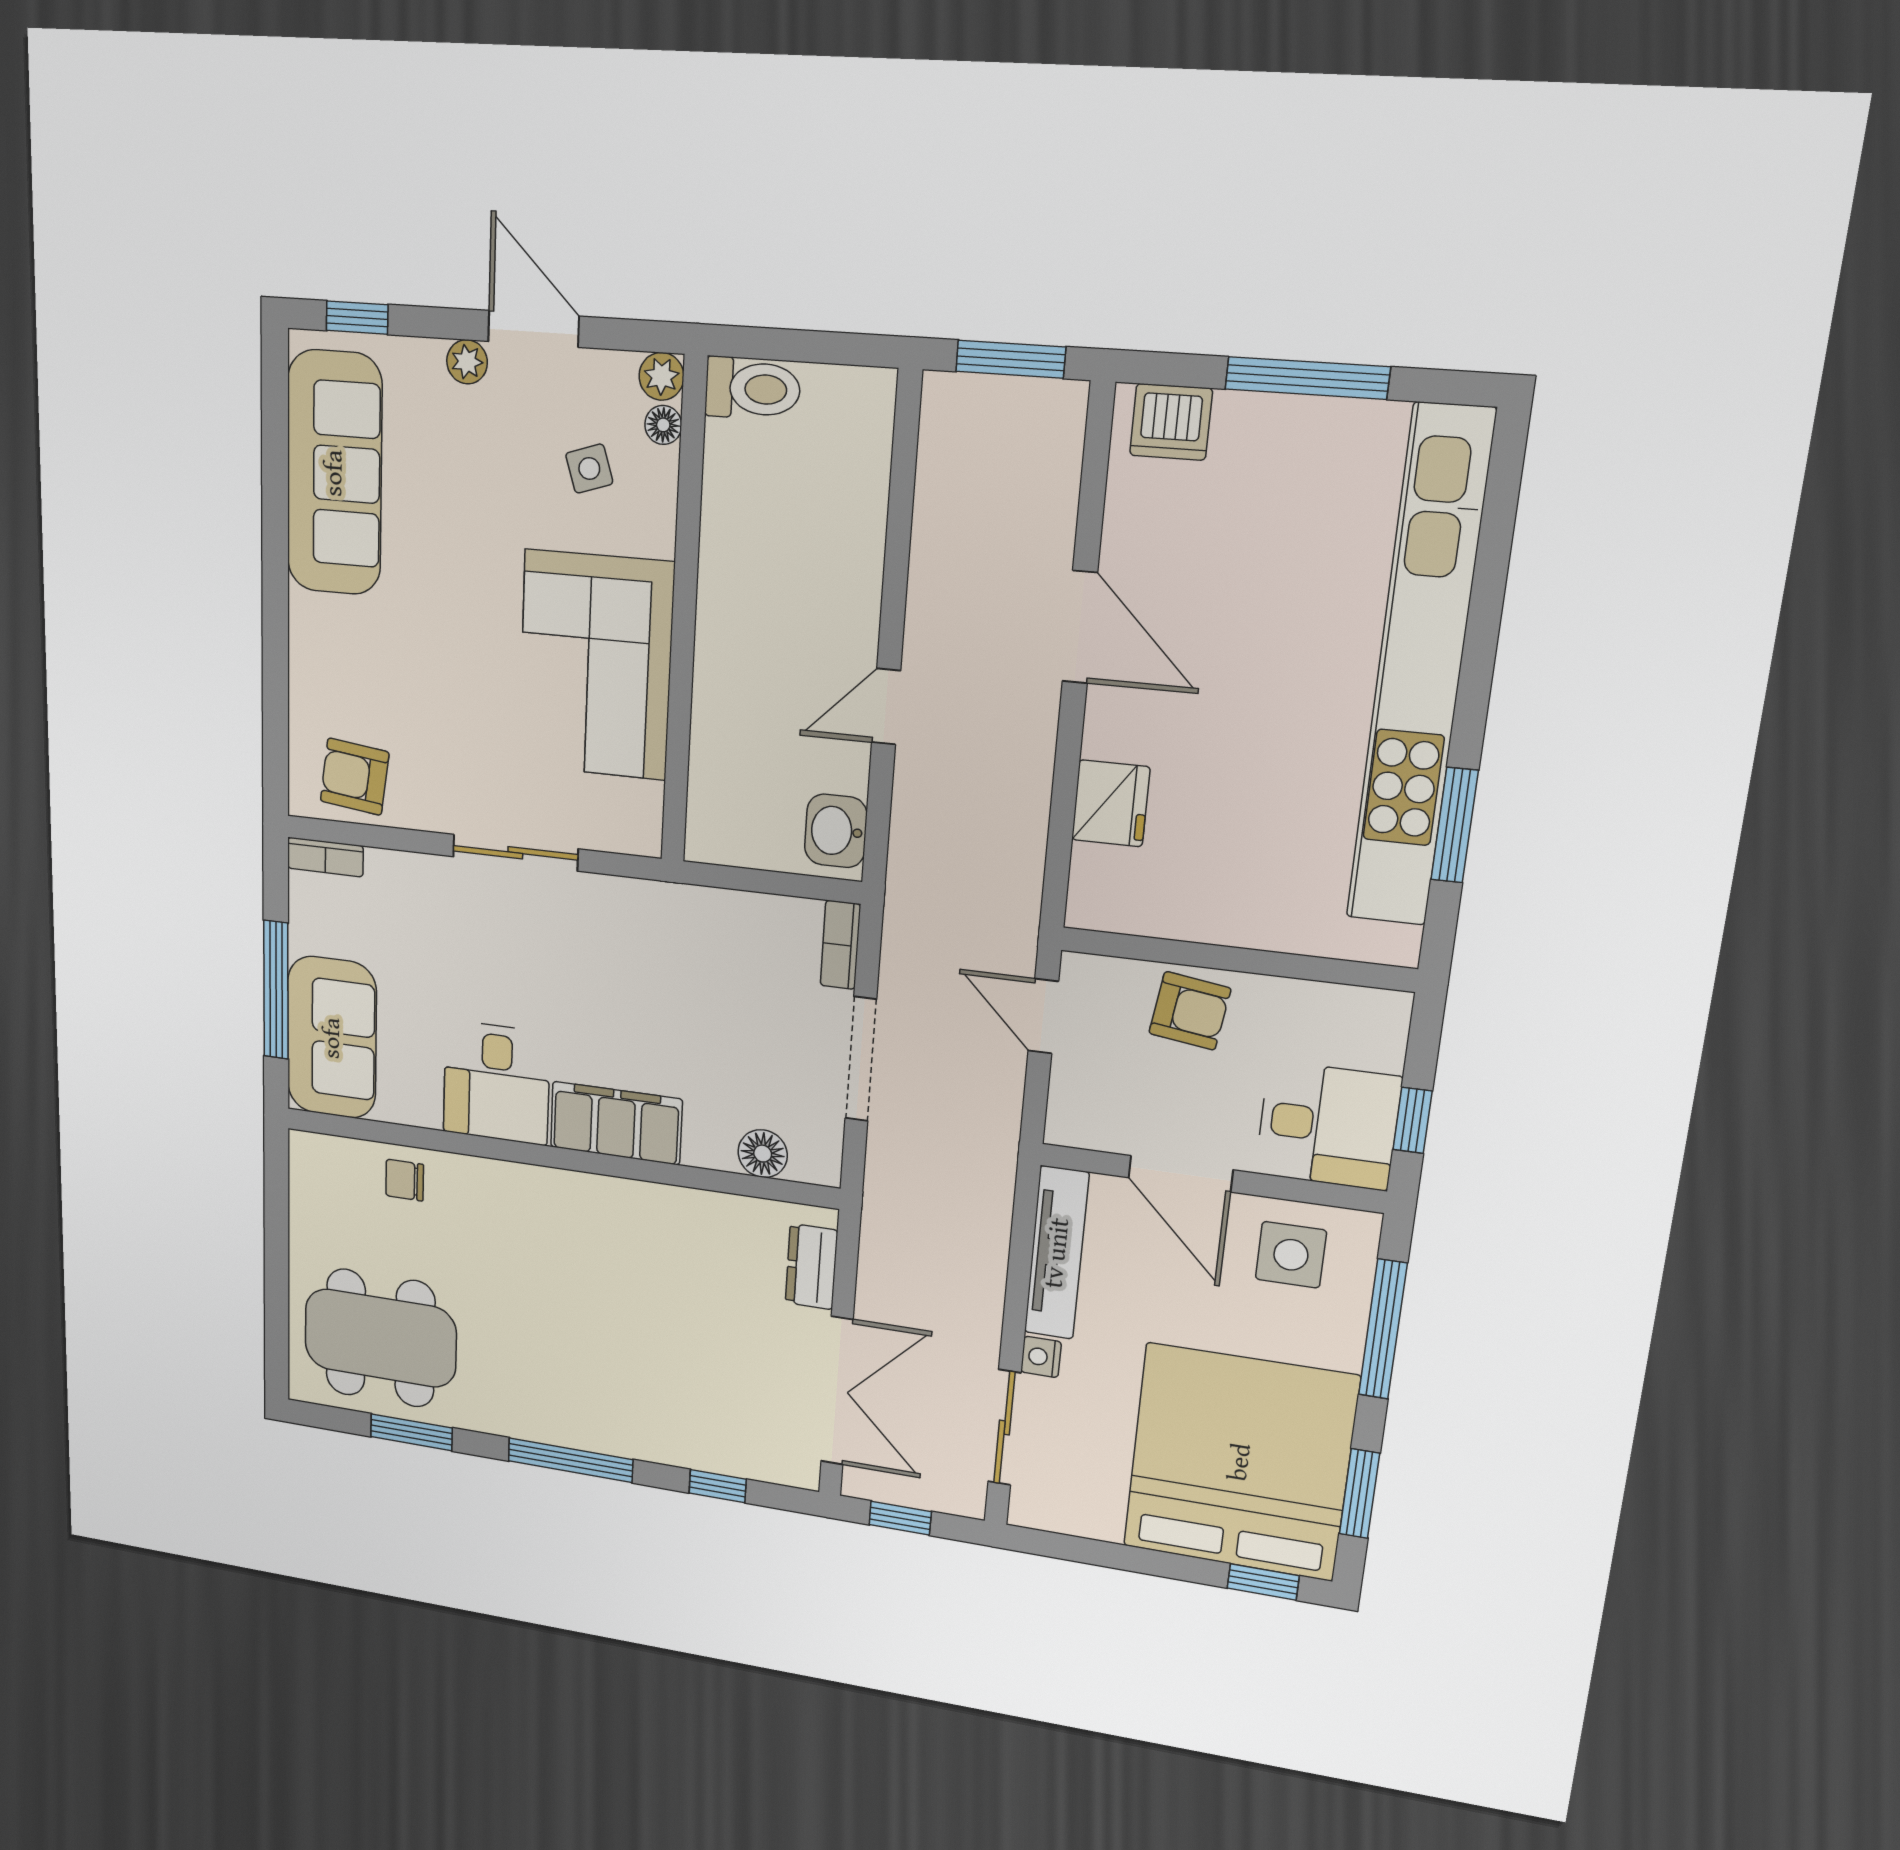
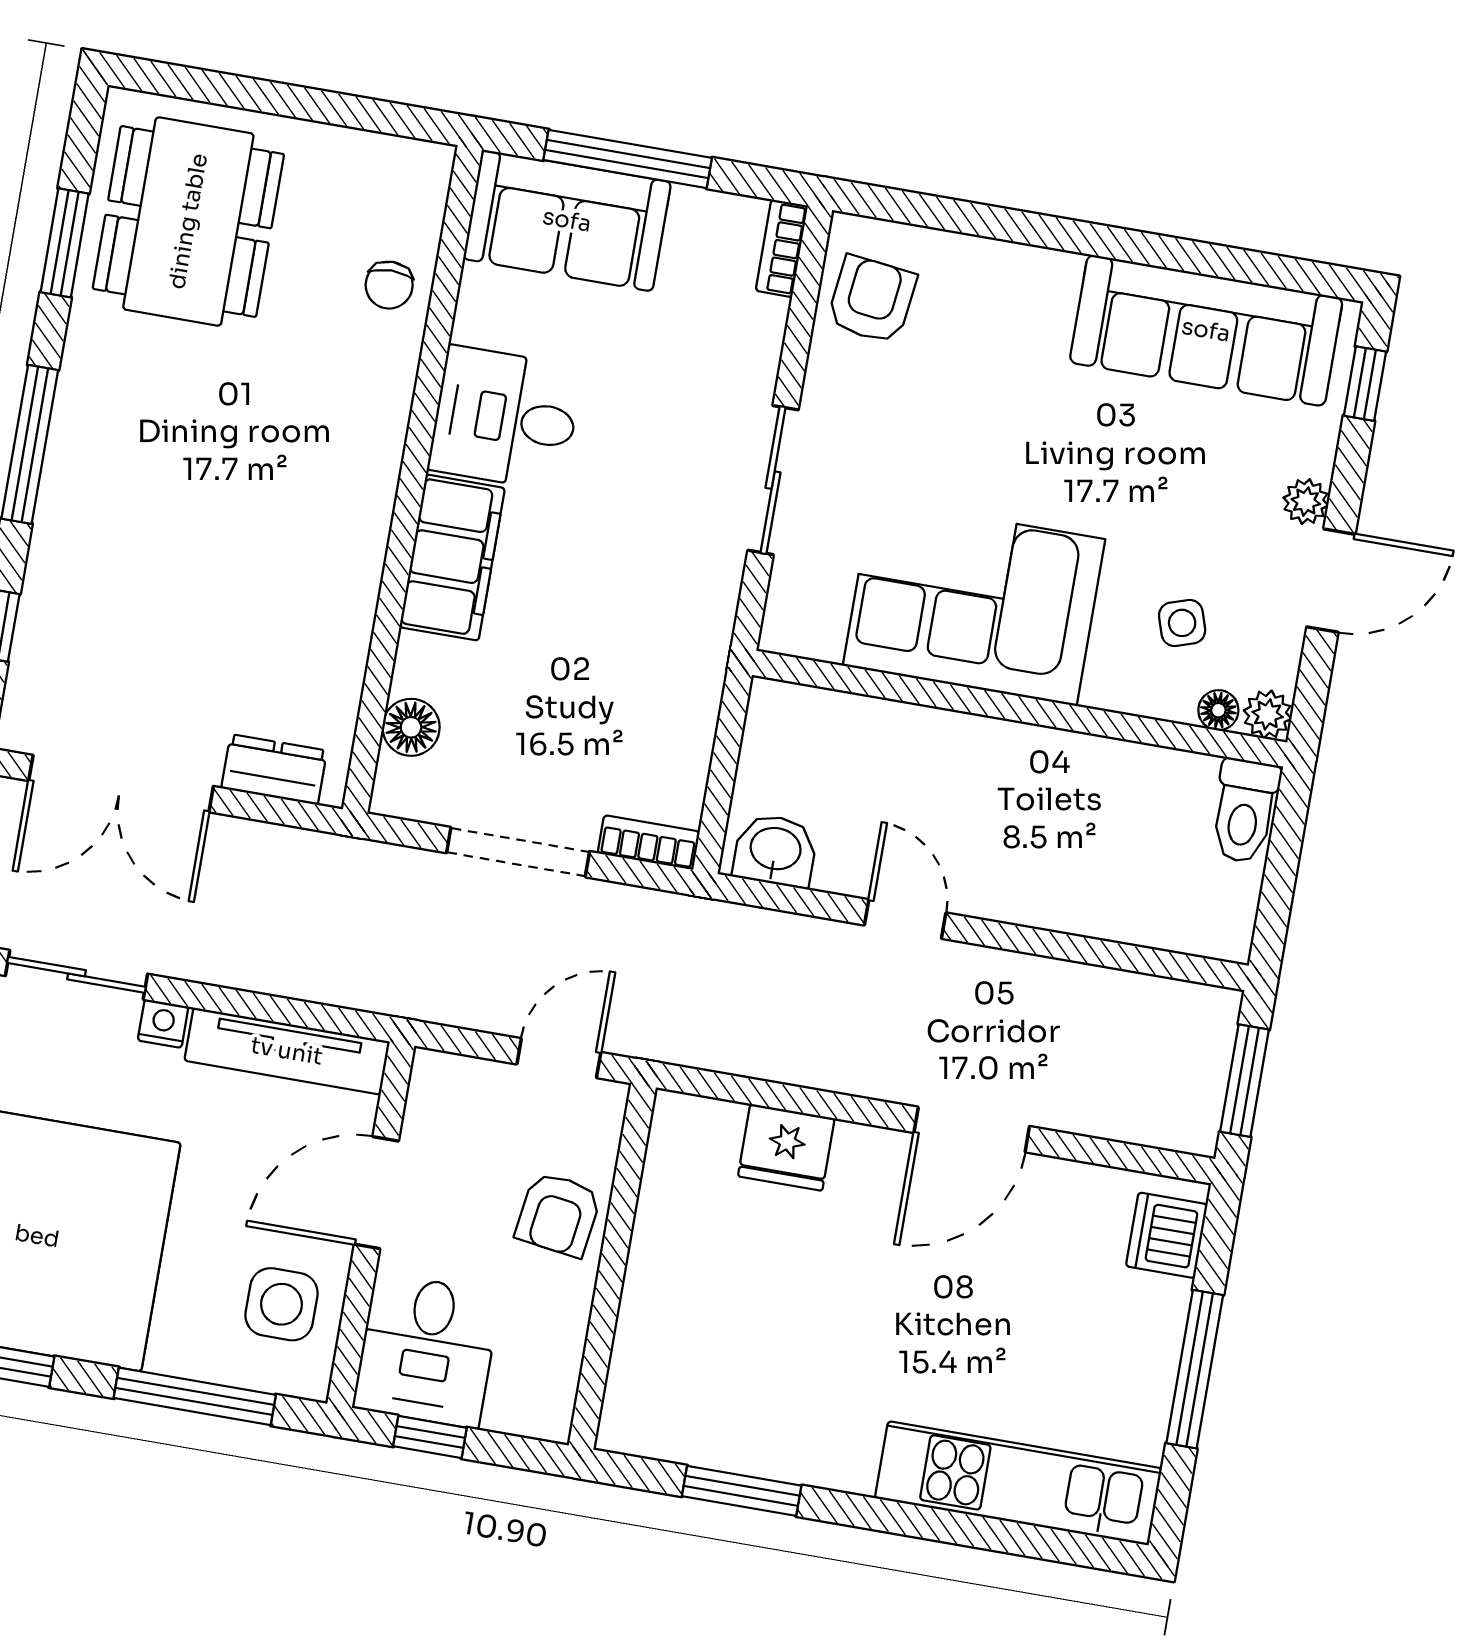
kitchen unit: (1419, 670) -> (1018, 1483), width x0.54
chair: (405, 1180) -> (389, 285), turned 180

